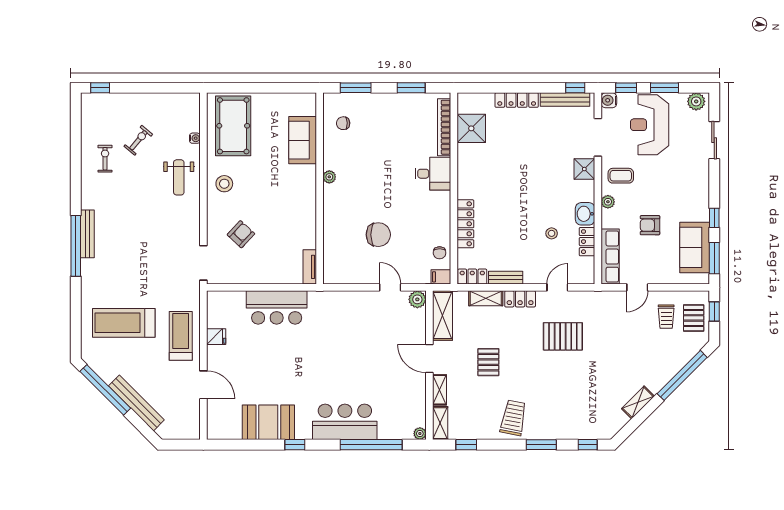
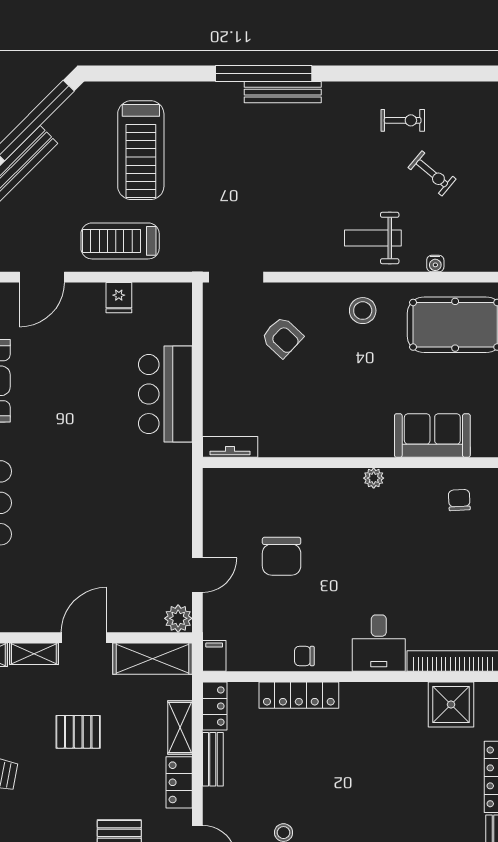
chair: (440, 253) -> (304, 656), moved
treadmill: (124, 323) -> (141, 150), turned 180
treadmill: (181, 336) -> (120, 241), turned 180

